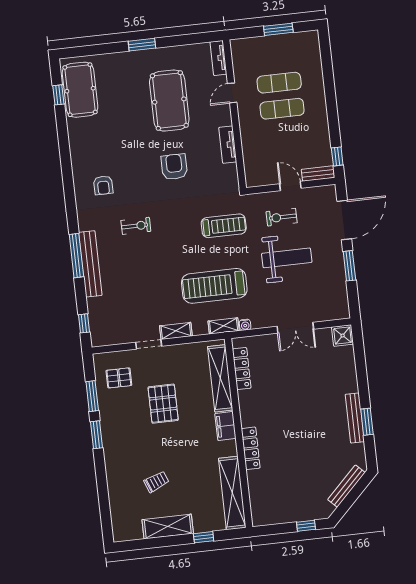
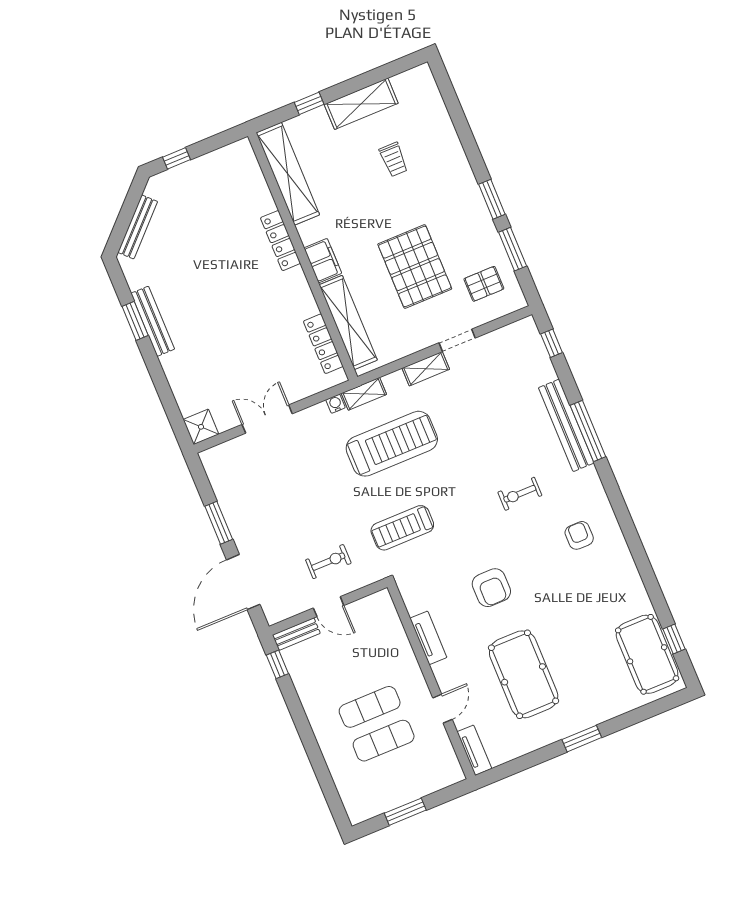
weight bench: (287, 258) -> (306, 509), removed
pallet: (163, 404) -> (415, 266), width x1.37, depth x1.41
trolley: (156, 482) -> (394, 159), turned -68

